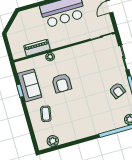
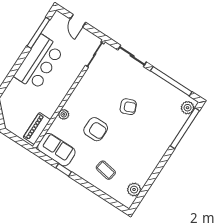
piano: (37, 48) -> (37, 128), moved
sofa: (30, 85) -> (56, 150), moved
armchair: (117, 90) -> (128, 107), moved

